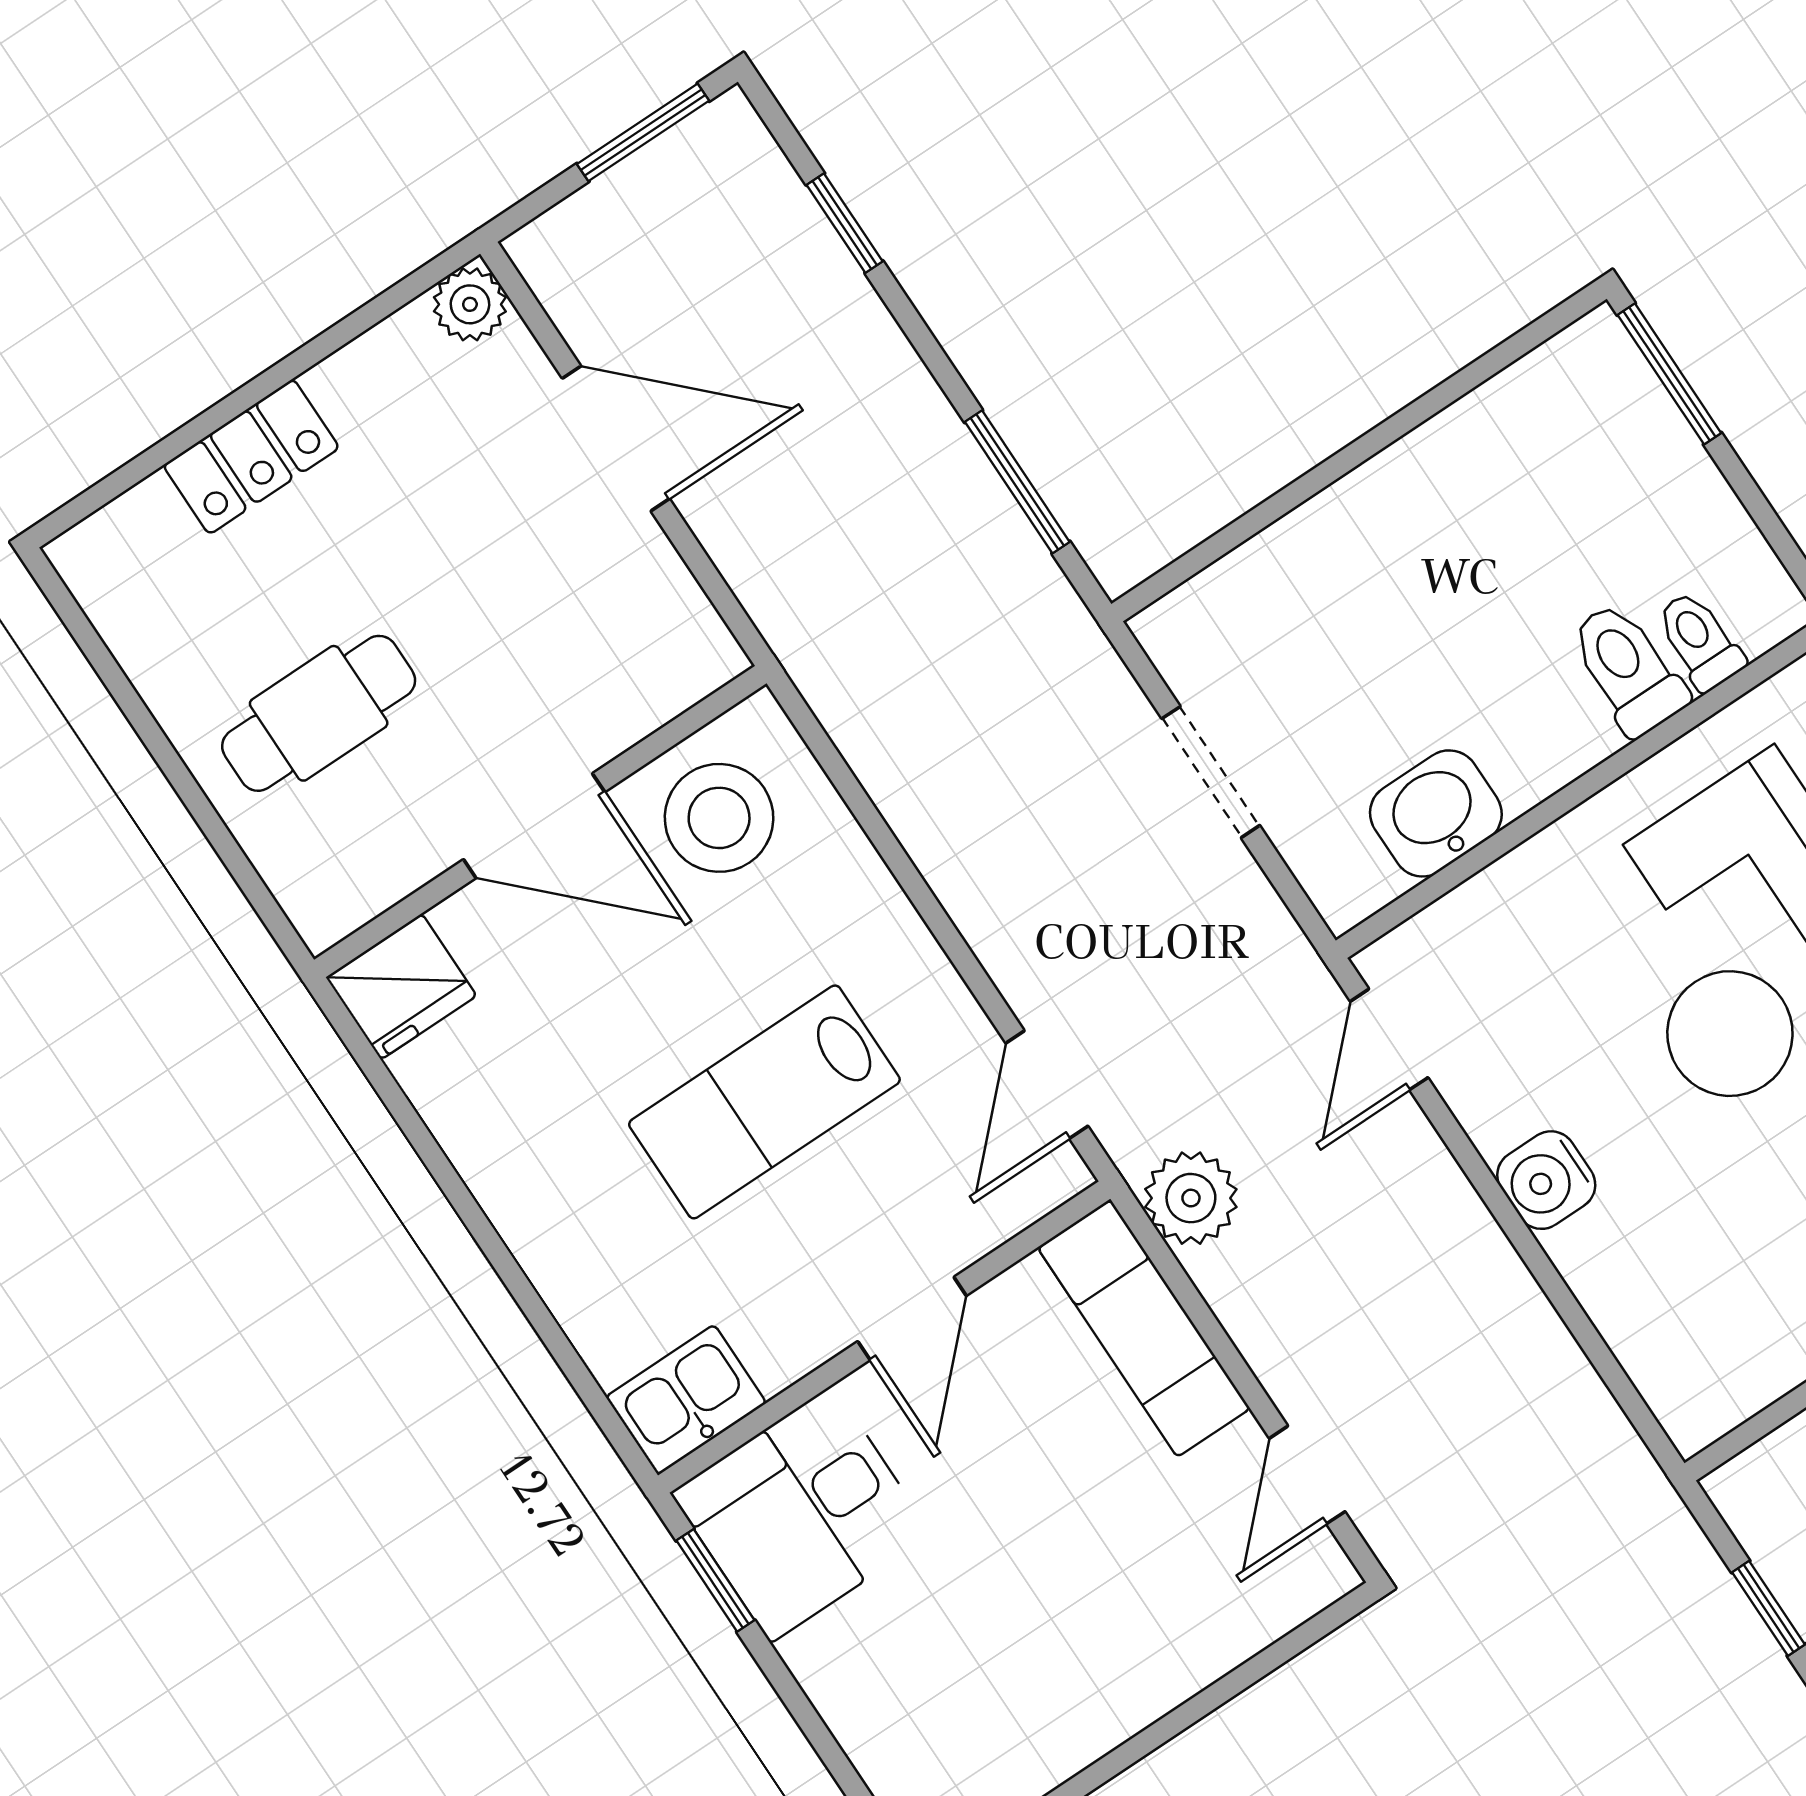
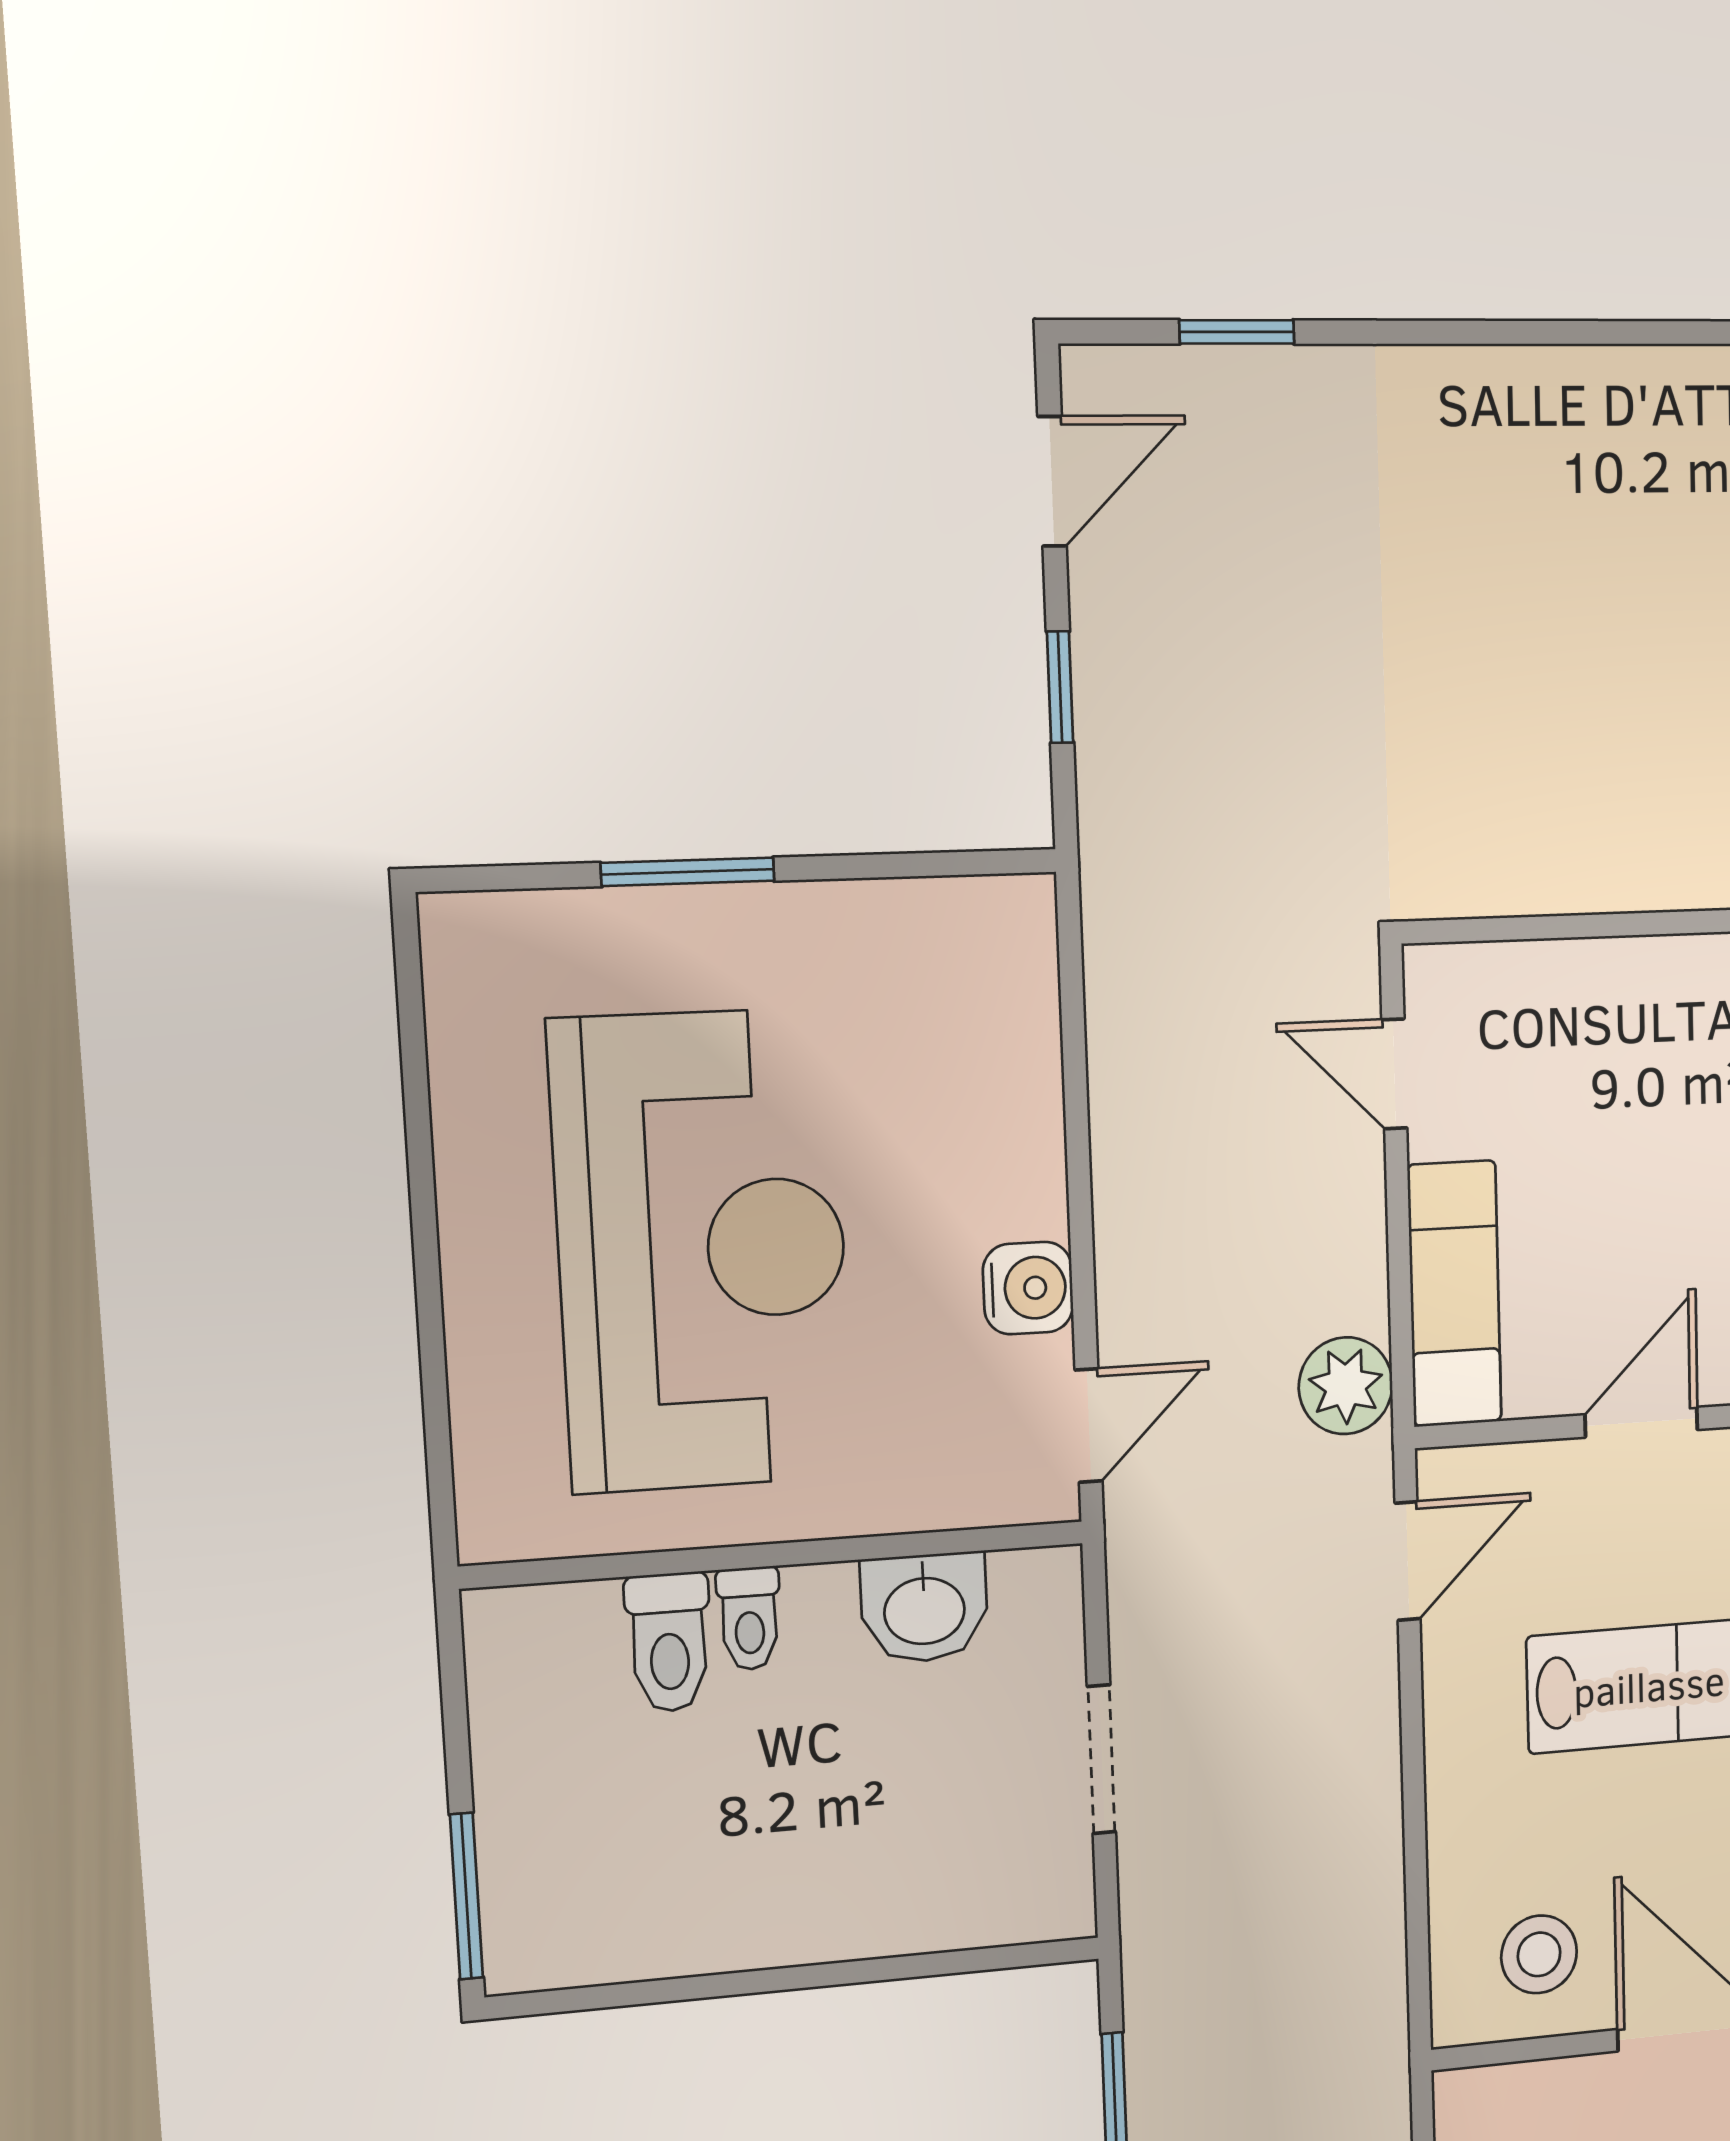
toilet: (1700, 641) -> (749, 1619), moved
stool: (719, 818) -> (1539, 1954), width x0.73, depth x0.73
water cooler: (1546, 1180) -> (1028, 1288), moved
door: (1307, 1475) -> (1394, 1074), swing flipped

